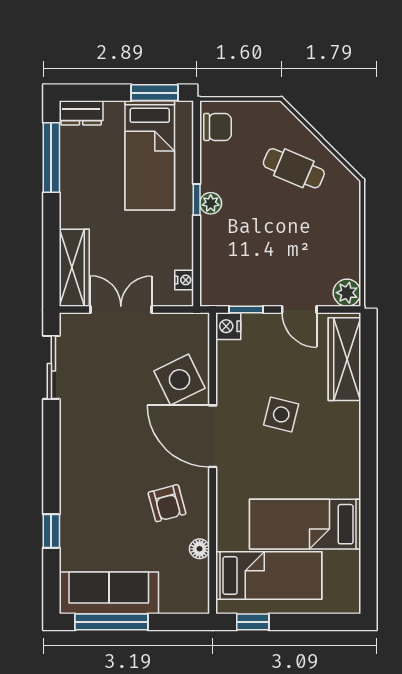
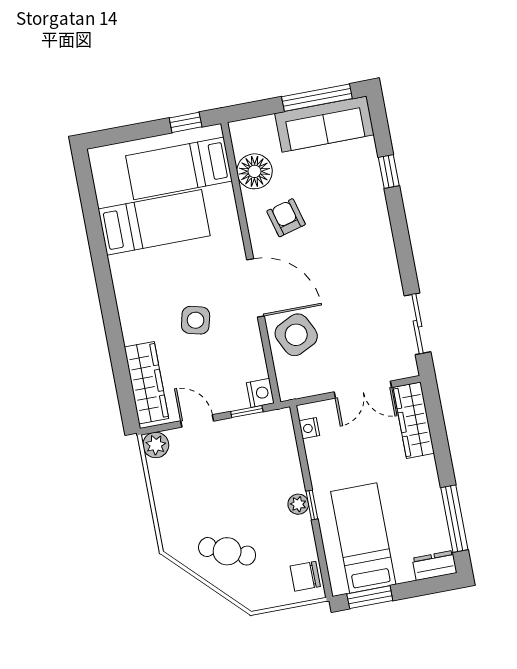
floor lamp: (200, 549) -> (254, 171), width x1.89, depth x1.89

